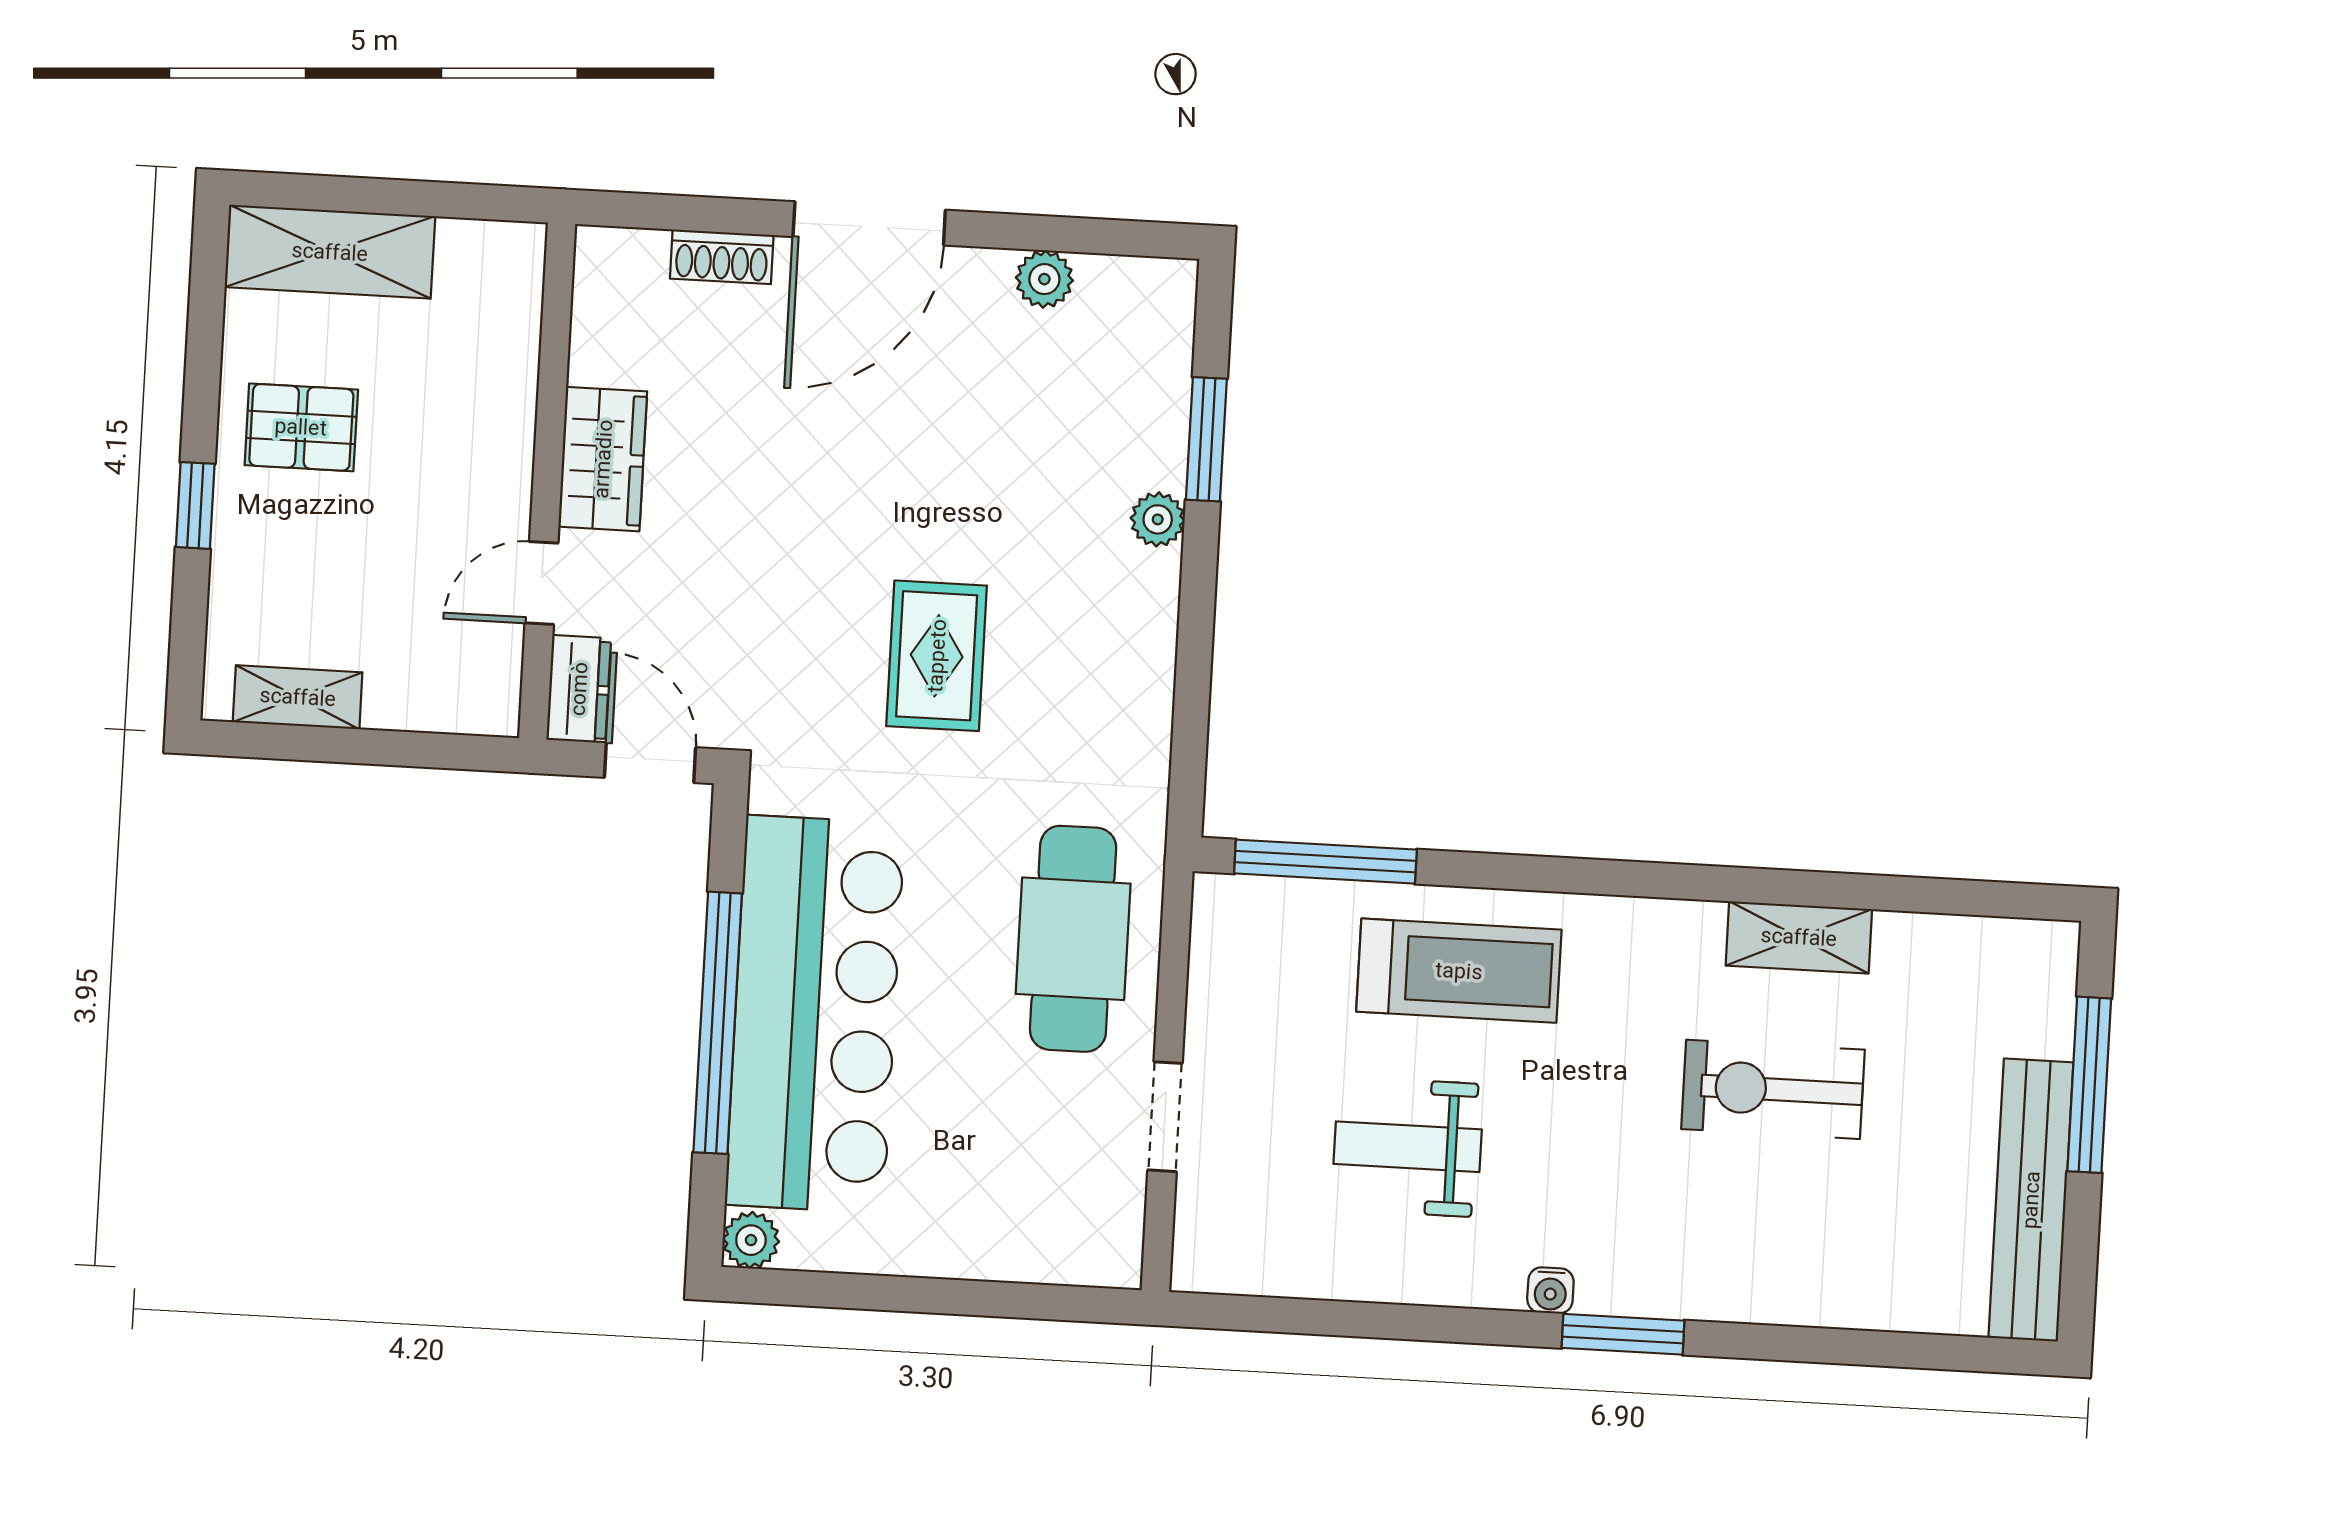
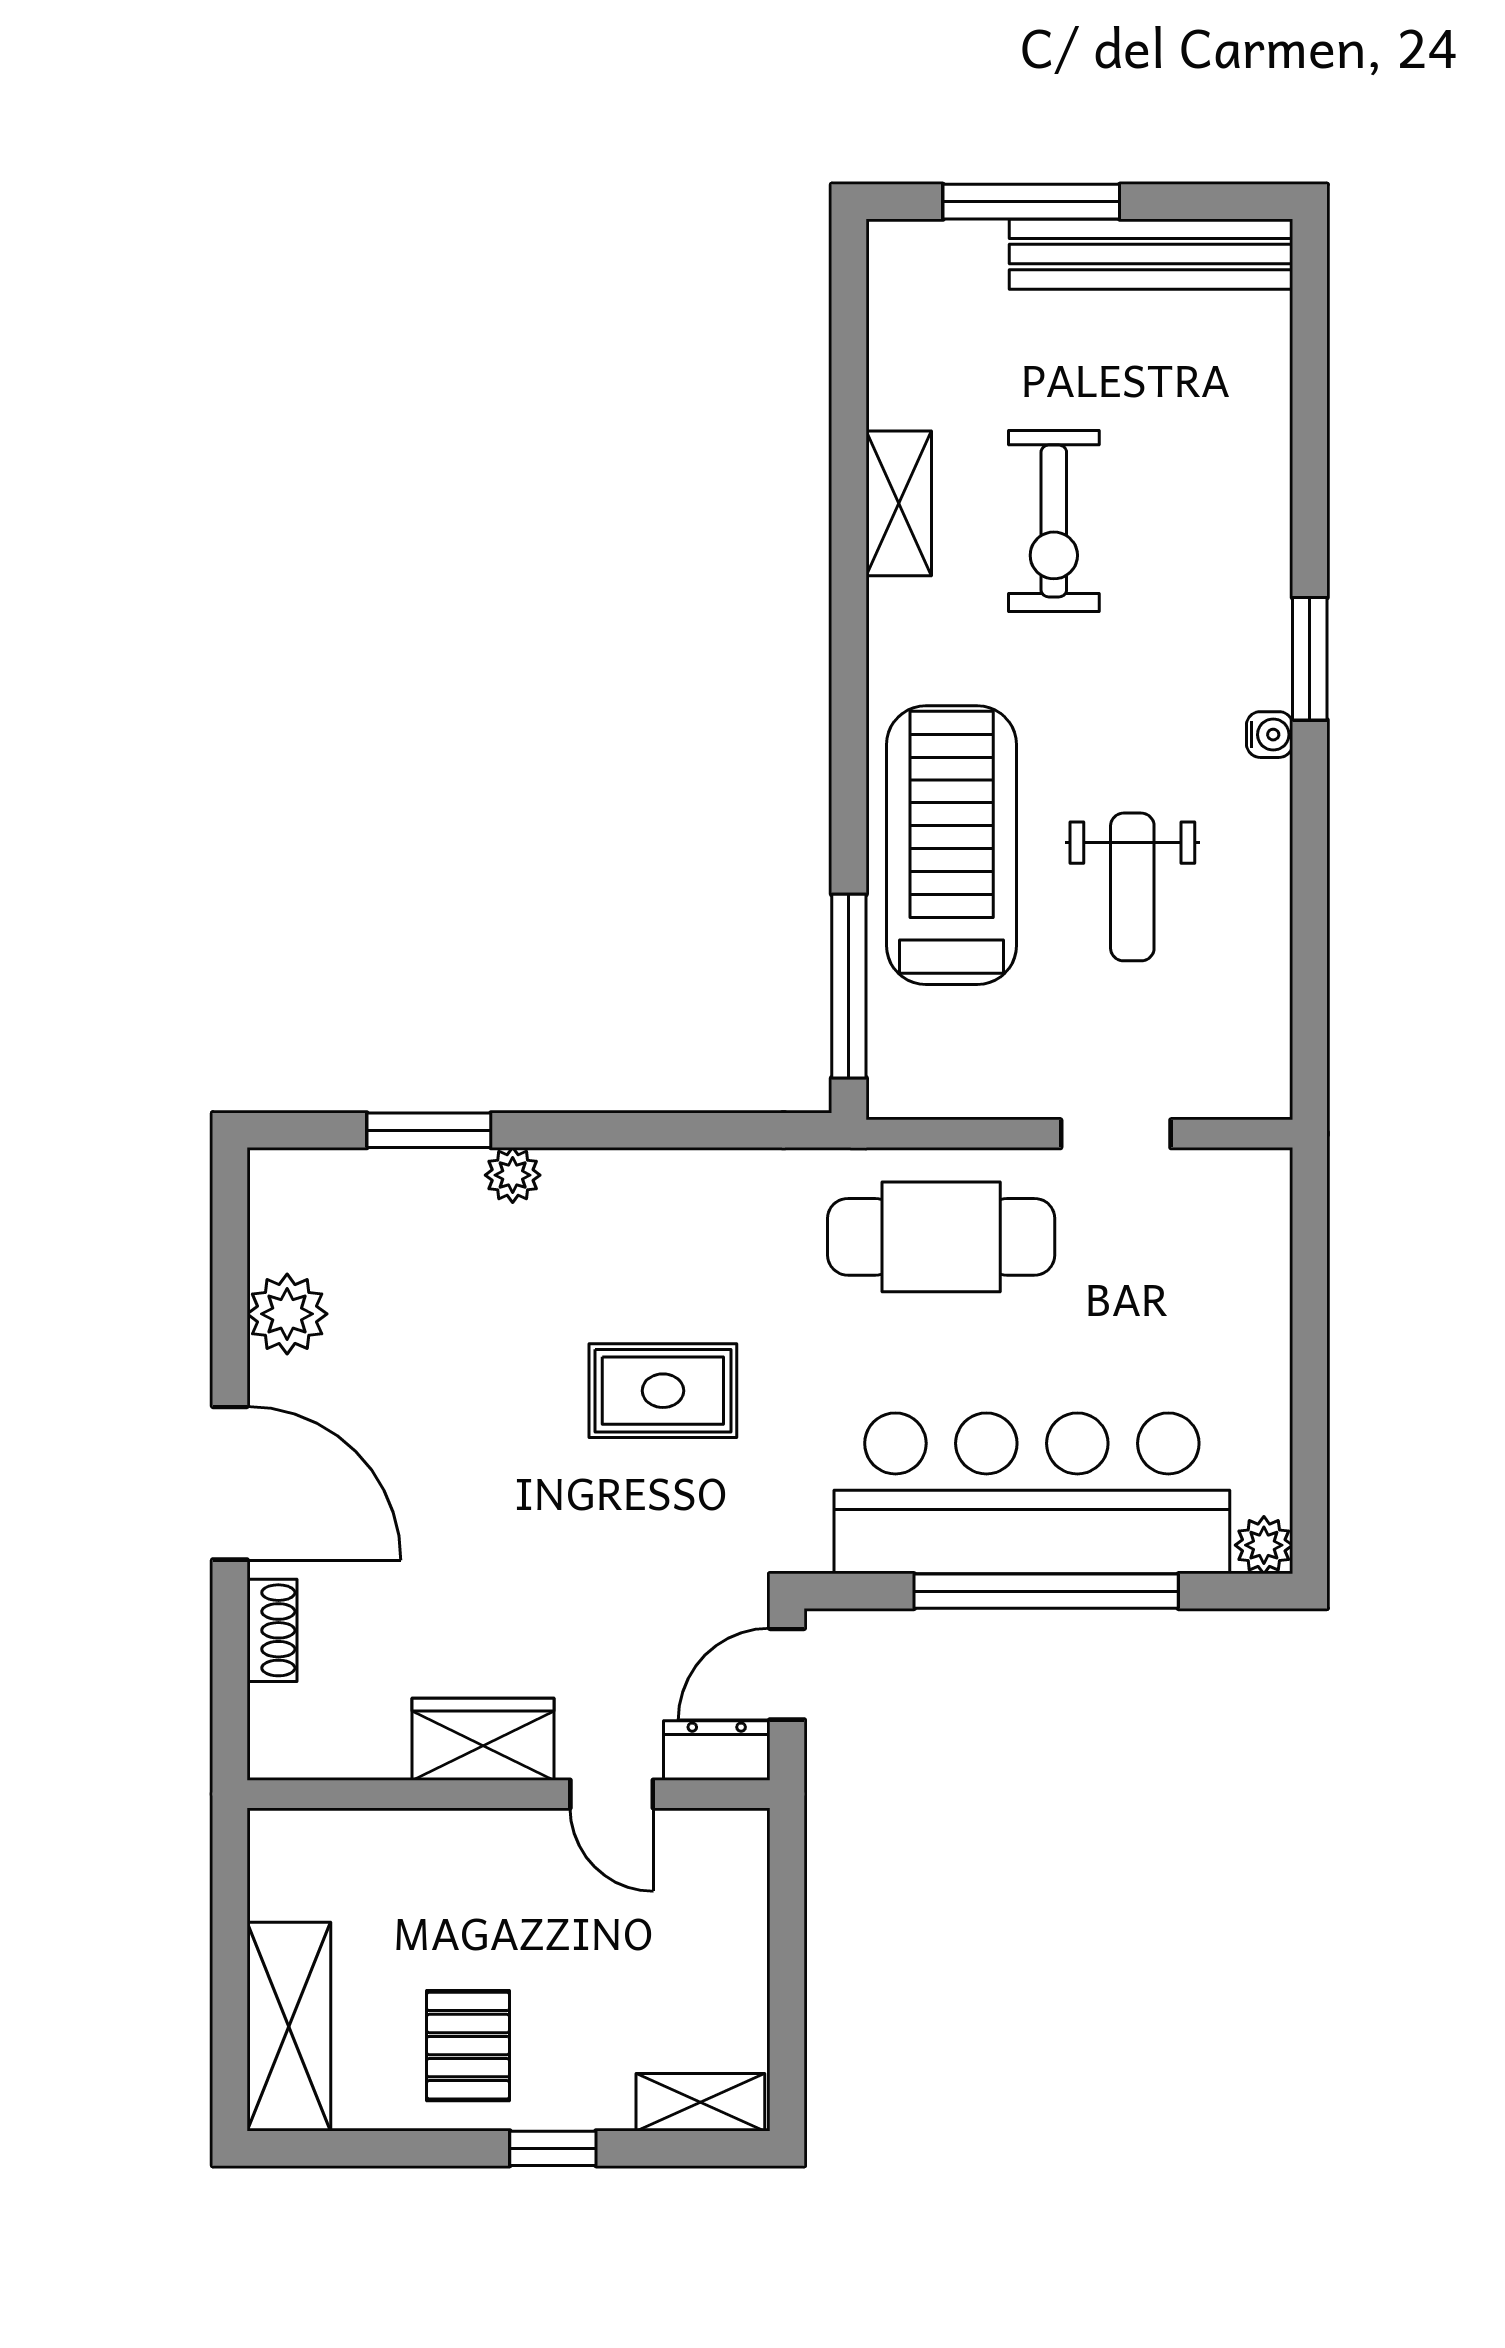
plant: (1044, 279) -> (287, 1314), width x1.38, depth x1.38
shelving: (298, 697) -> (700, 2102), moved, turned 90
treadmill: (1459, 971) -> (952, 845), width x1.37, depth x1.38

